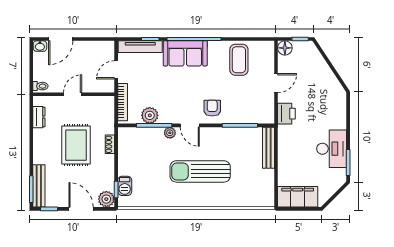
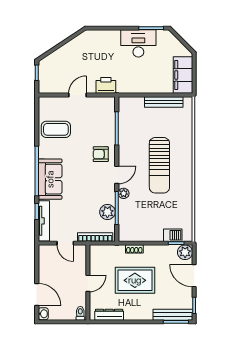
floor lamp: (285, 48) -> (45, 87), removed
door: (276, 83) -> (78, 95), hinge flipped
door: (73, 94) -> (88, 283), swing flipped
dresser: (39, 117) -> (109, 315), width x1.44
bench: (269, 148) -> (164, 102), moved
door: (81, 209) -> (194, 276), hinge flipped

